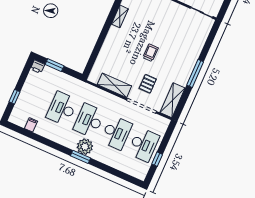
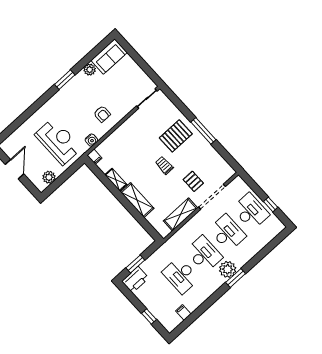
pallet: (180, 51) -> (176, 136), added
printer: (38, 67) -> (135, 280), width x1.87, depth x1.48
shelving: (173, 100) -> (137, 200), moved
desk: (89, 121) -> (204, 254), turned 180

